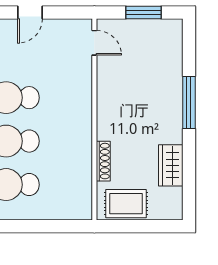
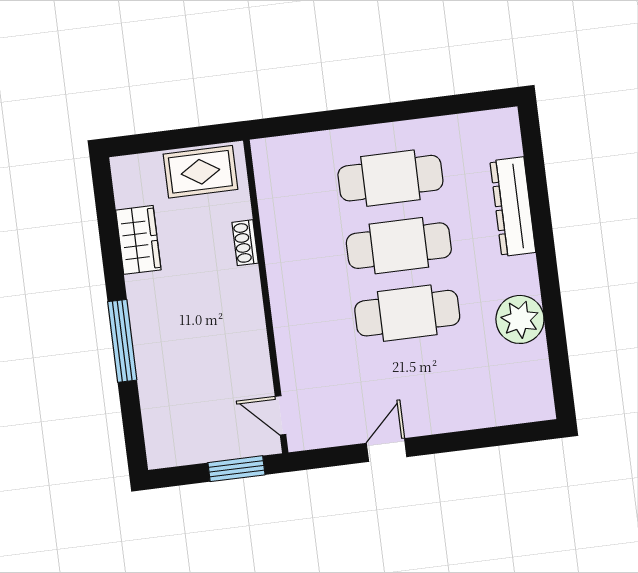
window: (144, 12) -> (236, 469), moved
shoe rack: (103, 161) -> (245, 243), width x0.70

